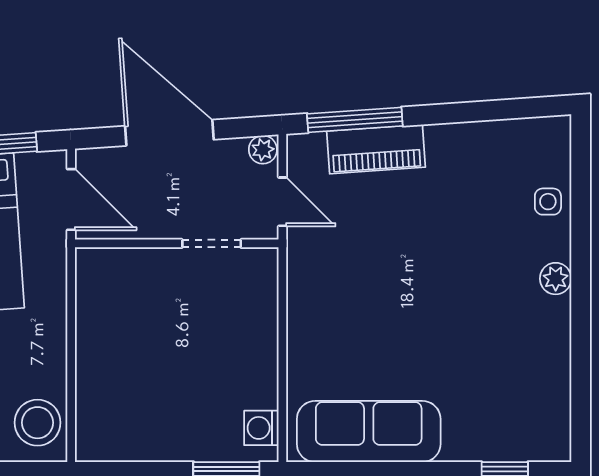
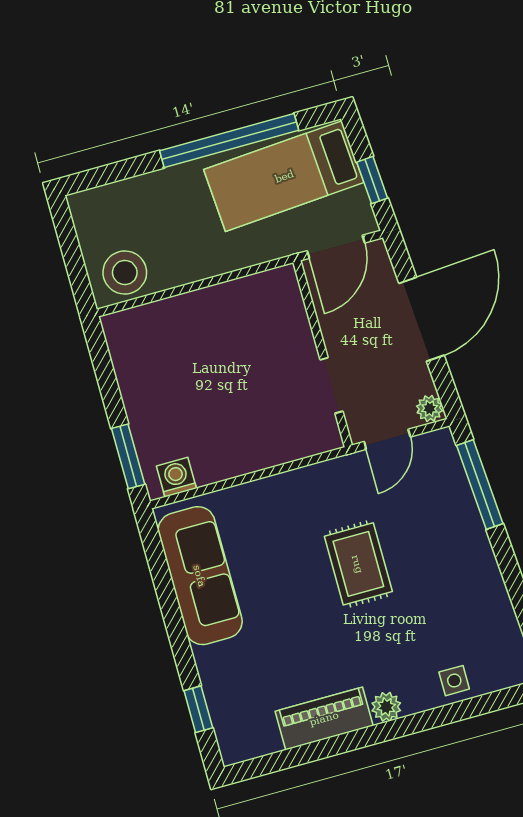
piano: (376, 149) -> (324, 718), moved, turned 94
rug: (402, 267) -> (358, 564), added

